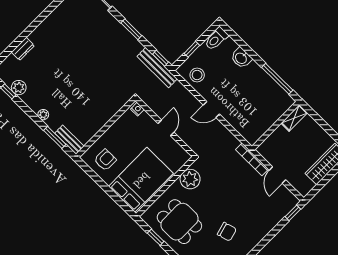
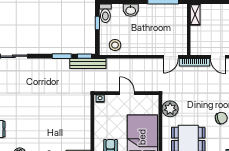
window: (131, 29) -> (62, 56), moved
window: (192, 49) -> (97, 23), moved
door: (211, 110) -> (171, 57), moved

